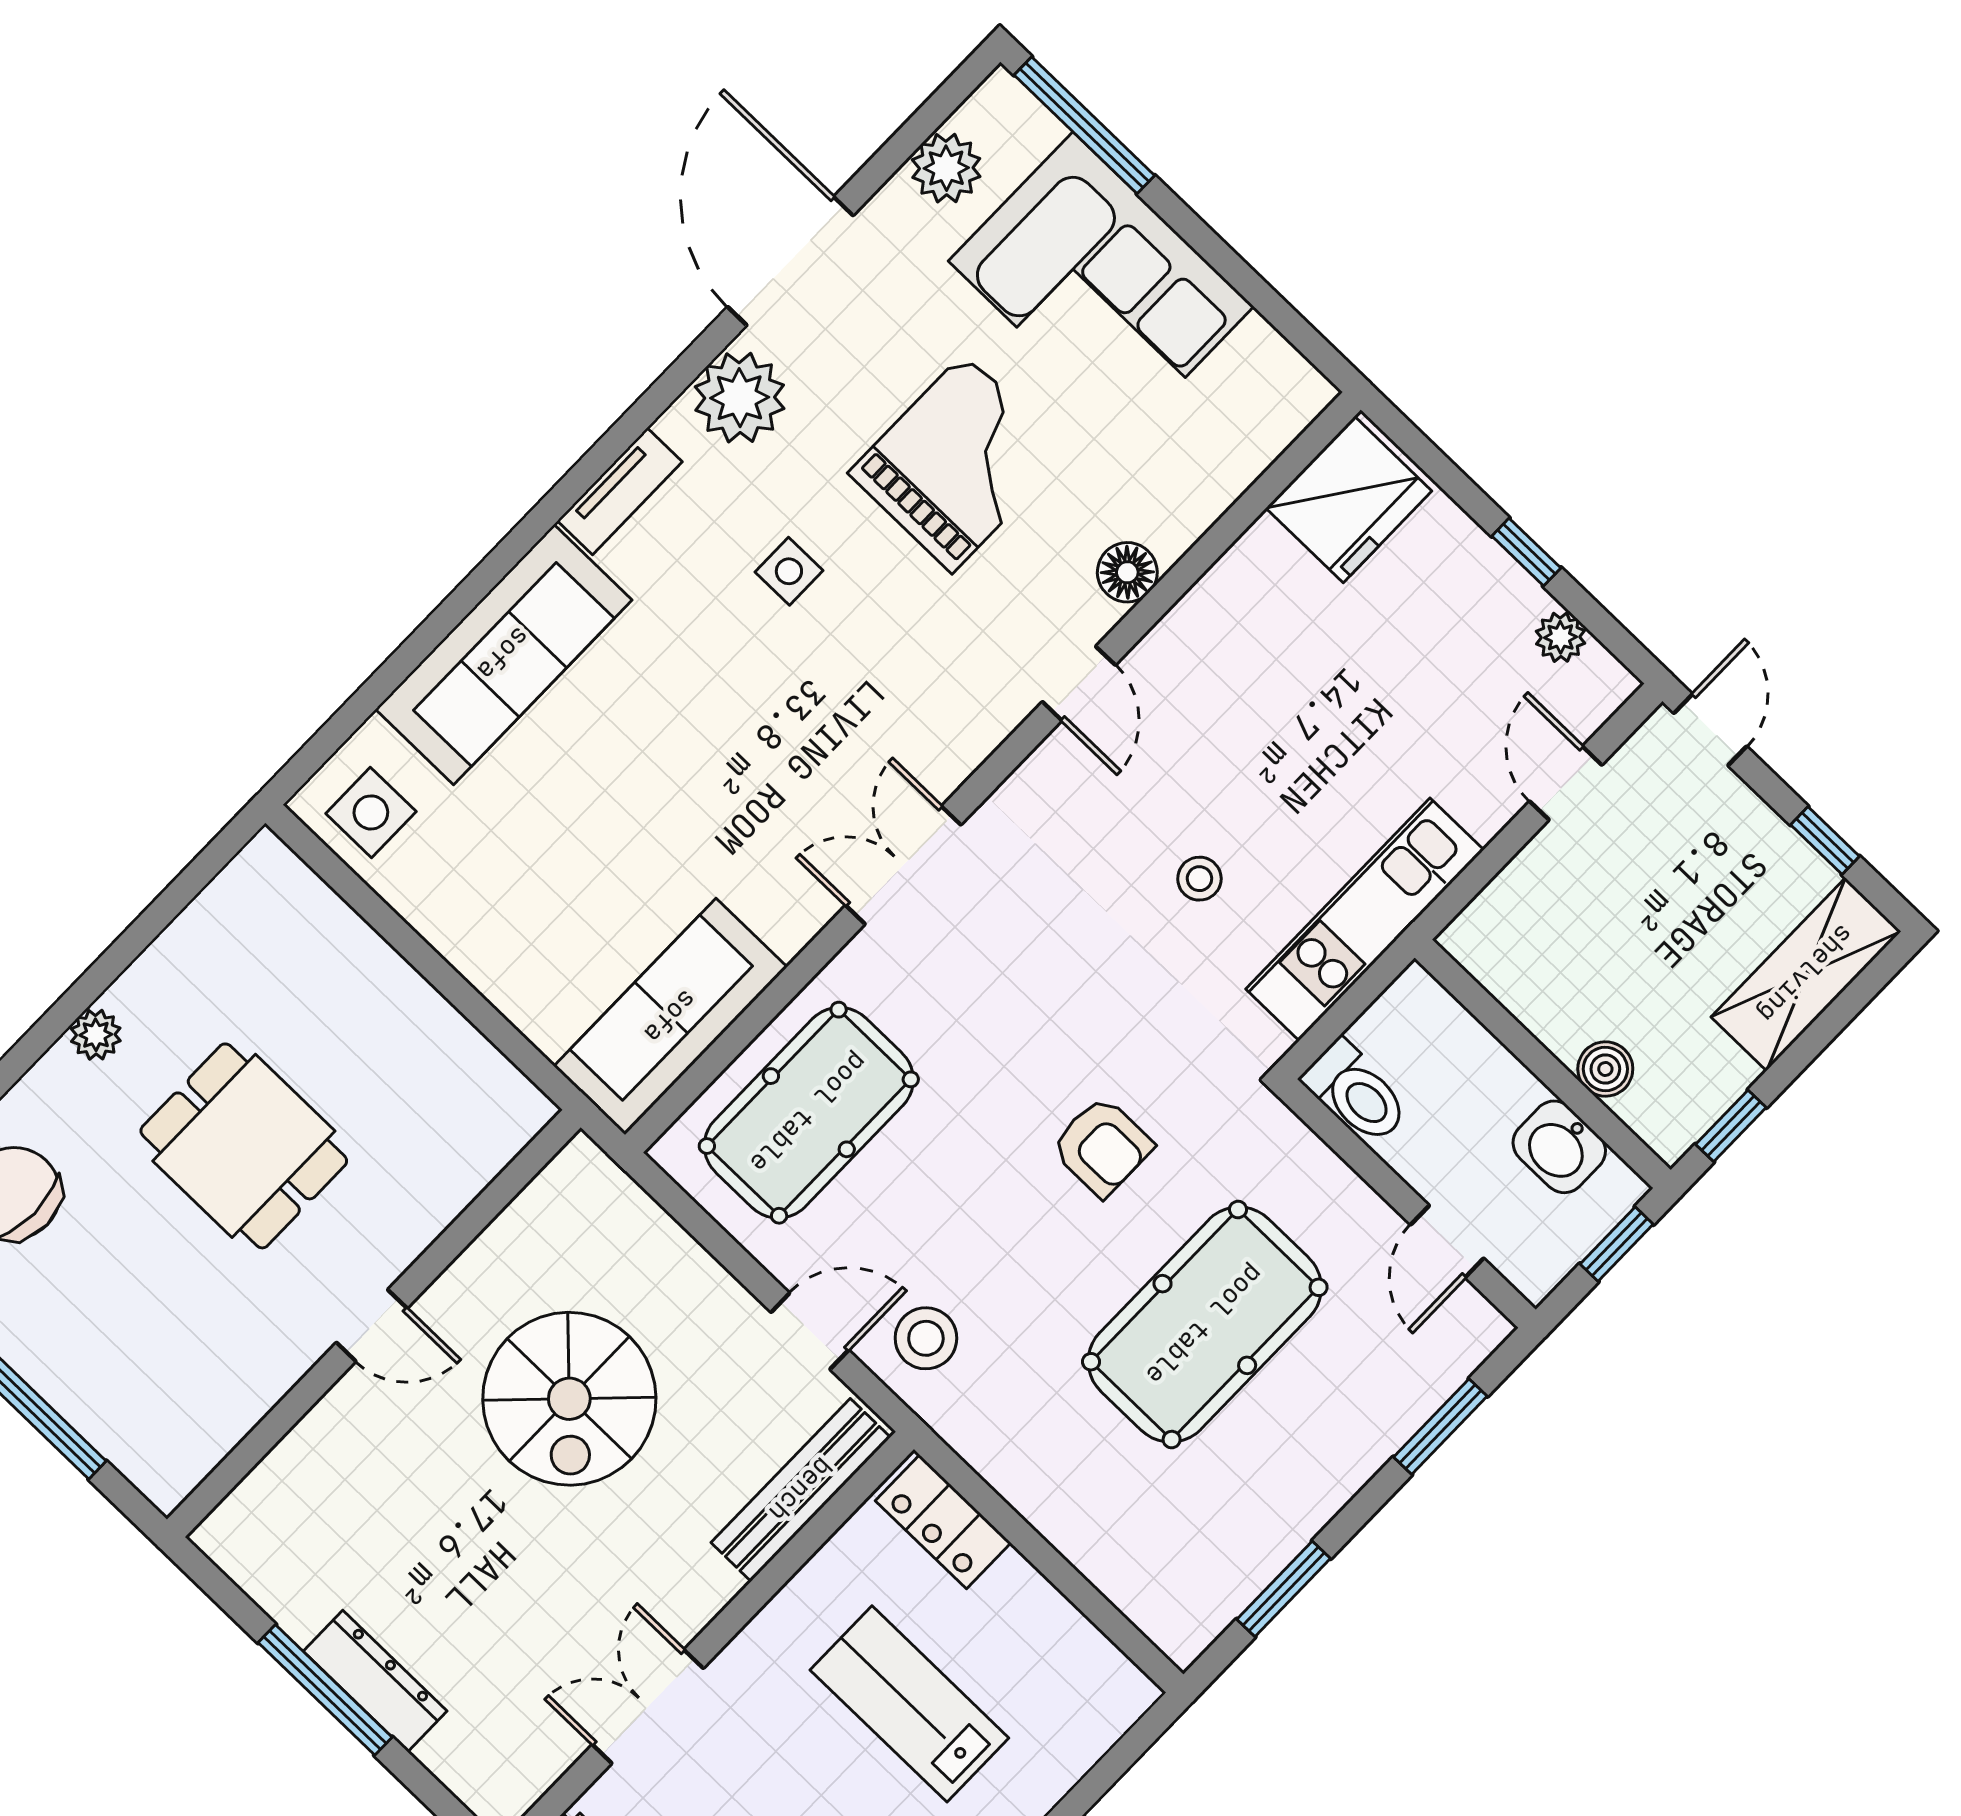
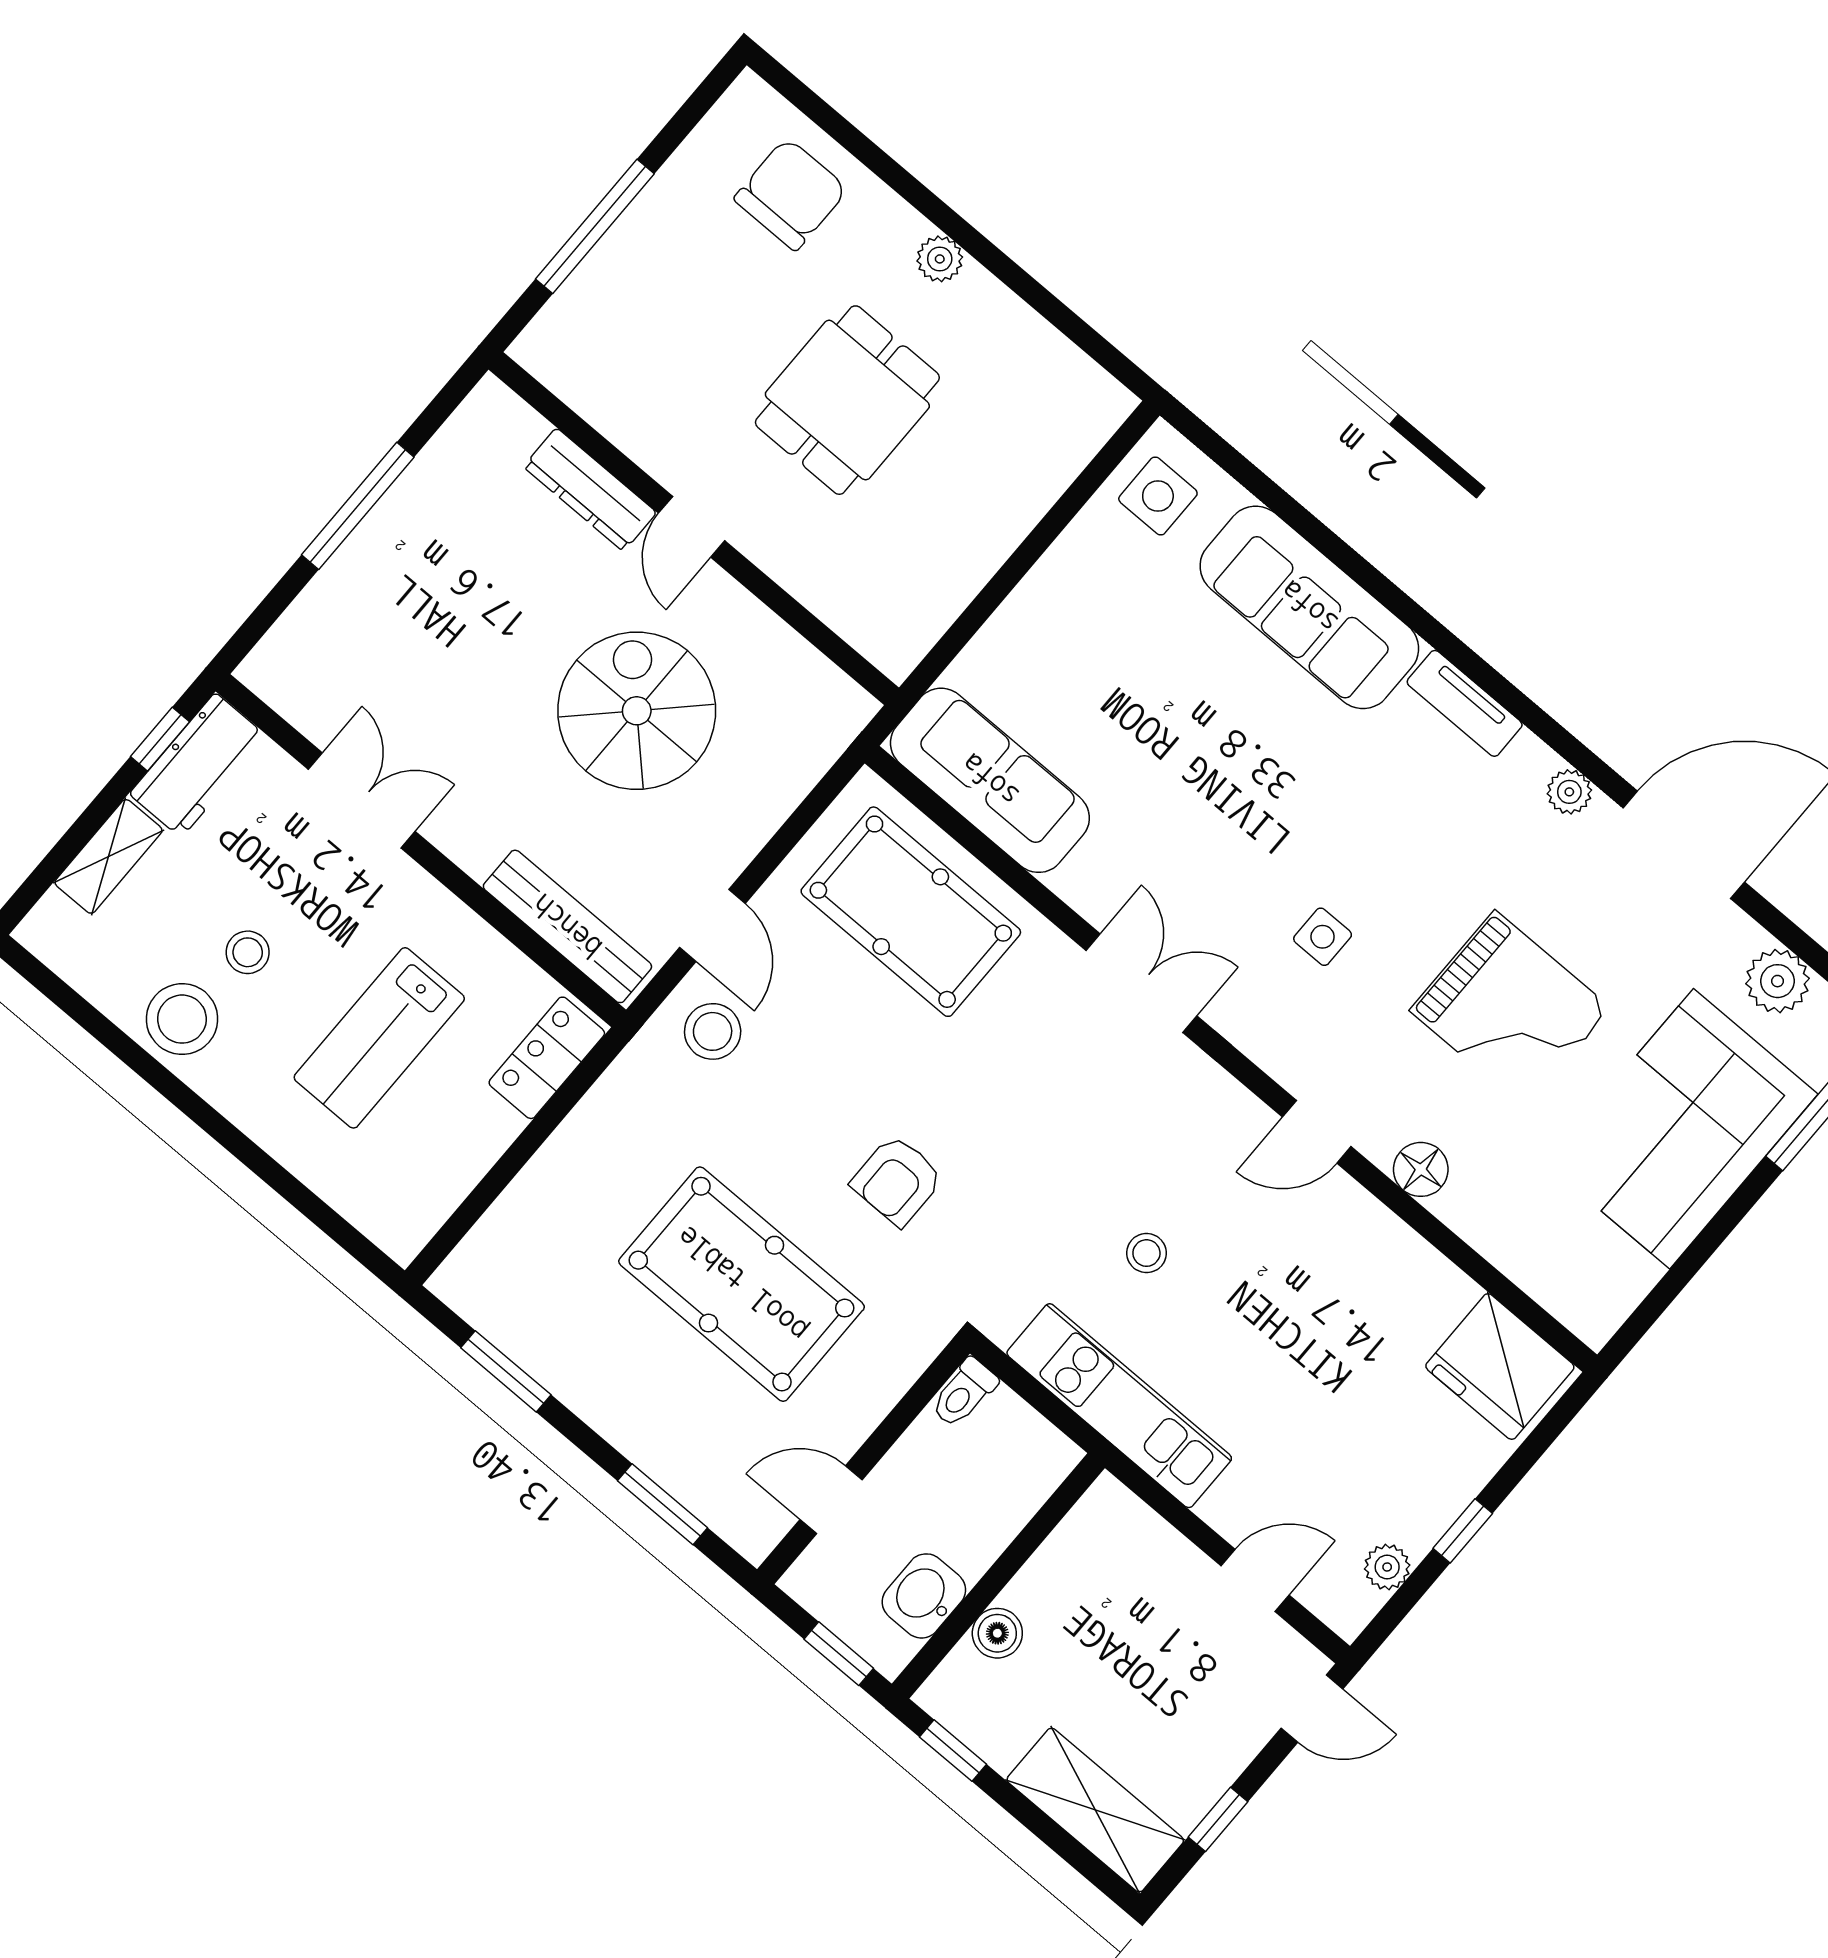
plant: (740, 398) -> (1569, 792), width x0.53, depth x0.53
side table: (789, 571) -> (1323, 937), moved
toilet: (1356, 1093) -> (964, 1393), width x0.73, depth x0.72
spiral stairs: (569, 1399) -> (637, 711), turned 90
dresser: (375, 1681) -> (590, 490), moved, turned 90
lab bench: (909, 1704) -> (379, 1038), turned 180

